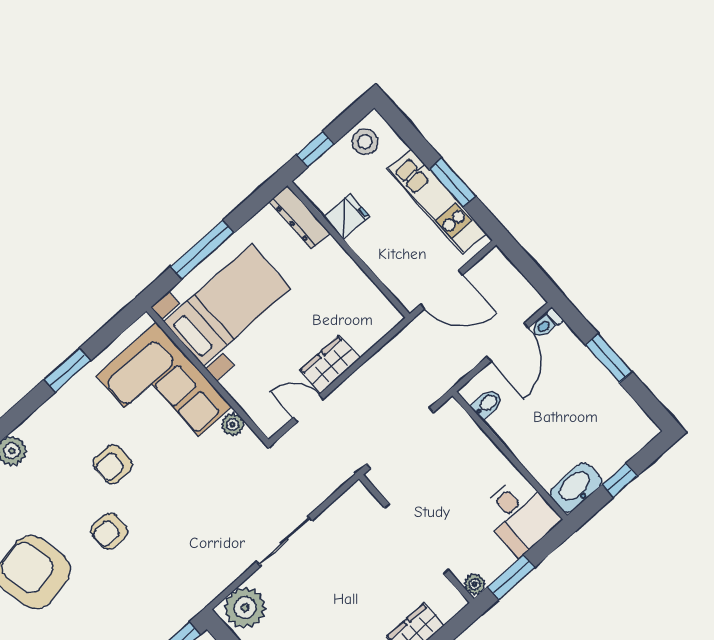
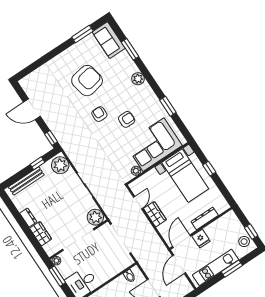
window: (315, 149) -> (251, 232), moved
window: (452, 183) -> (232, 269), moved
dresser: (299, 217) -> (205, 218), moved
fridge: (347, 217) -> (201, 239), moved
window: (202, 250) -> (209, 169), width x0.46
door: (385, 291) -> (182, 241), added
armchair: (113, 464) -> (127, 119), turned 90
plant: (357, 506) -> (95, 217), added

